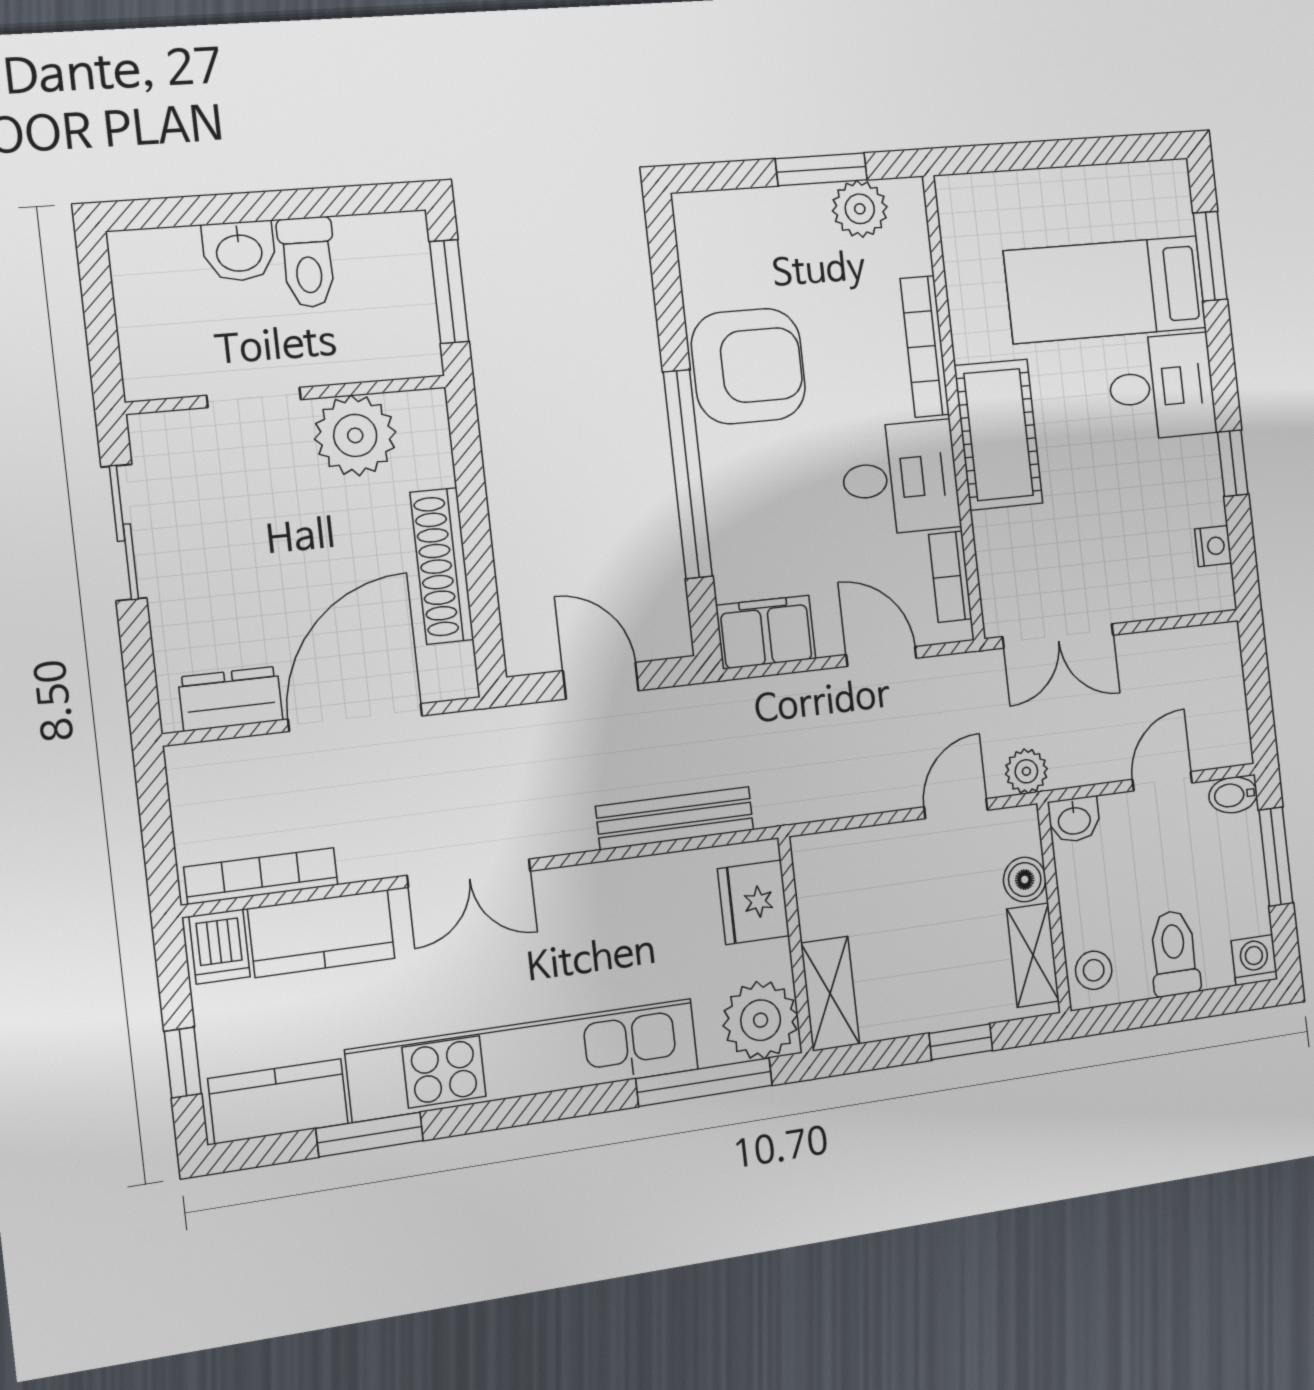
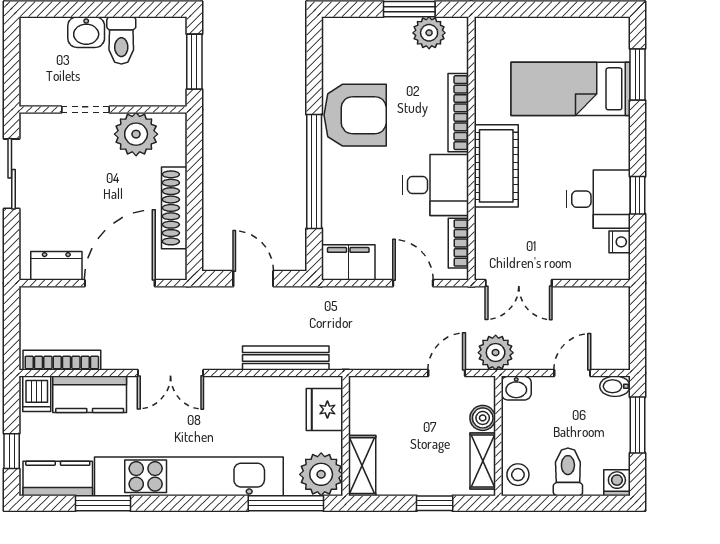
desk: (1162, 387) -> (598, 199), moved
plant: (1026, 771) -> (496, 353), width x1.38, depth x1.38

